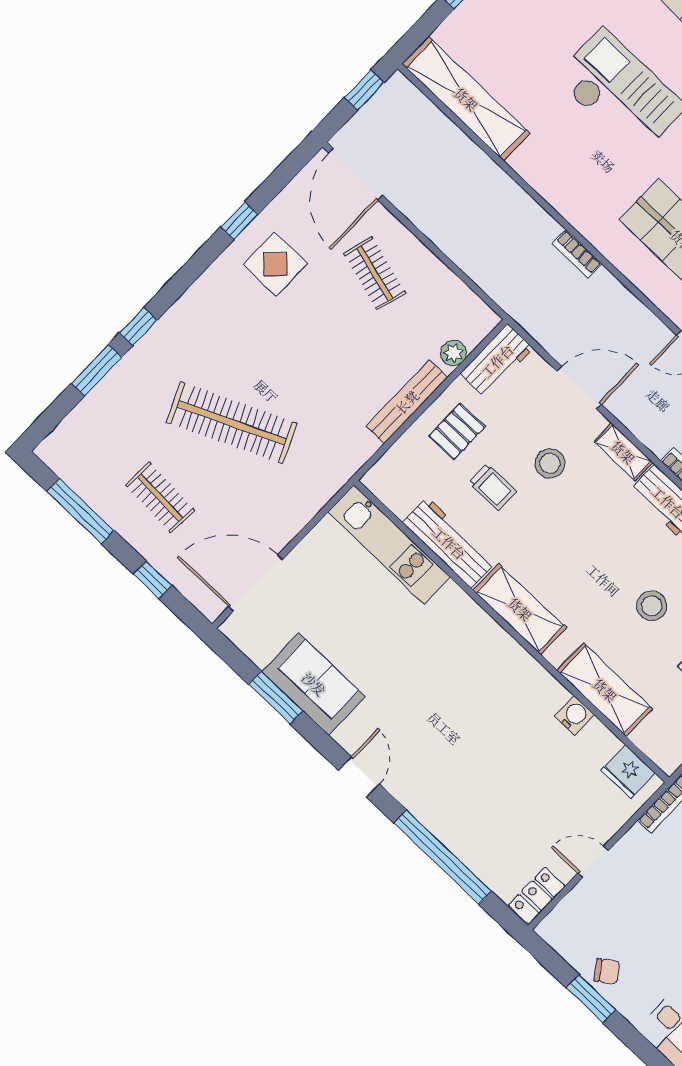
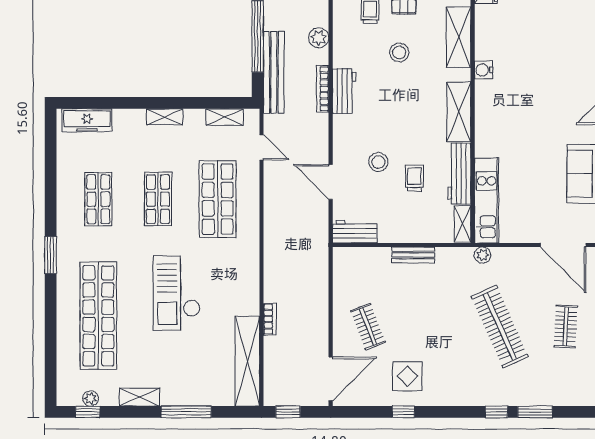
bookcase: (577, 254) -> (270, 319), moved
clothes rail: (375, 273) -> (368, 327), turned -36
plant: (453, 353) -> (482, 255), moved
bench: (407, 402) -> (413, 255), width x0.73
pallet: (457, 431) -> (405, 219), removed
shelving: (623, 452) -> (462, 224), moved
water cooler: (575, 715) -> (484, 70), moved

